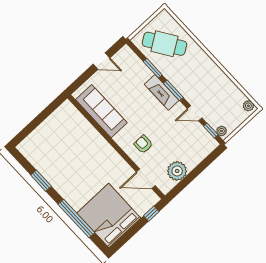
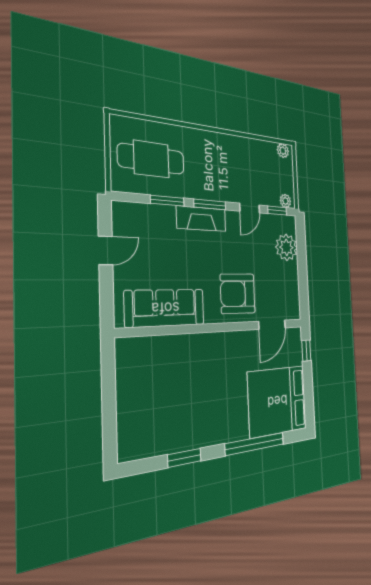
cafe table: (164, 44) -> (151, 159), turned 33
armchair: (143, 144) -> (238, 294), width x1.88, depth x1.88
plant: (177, 171) -> (286, 247), moved

